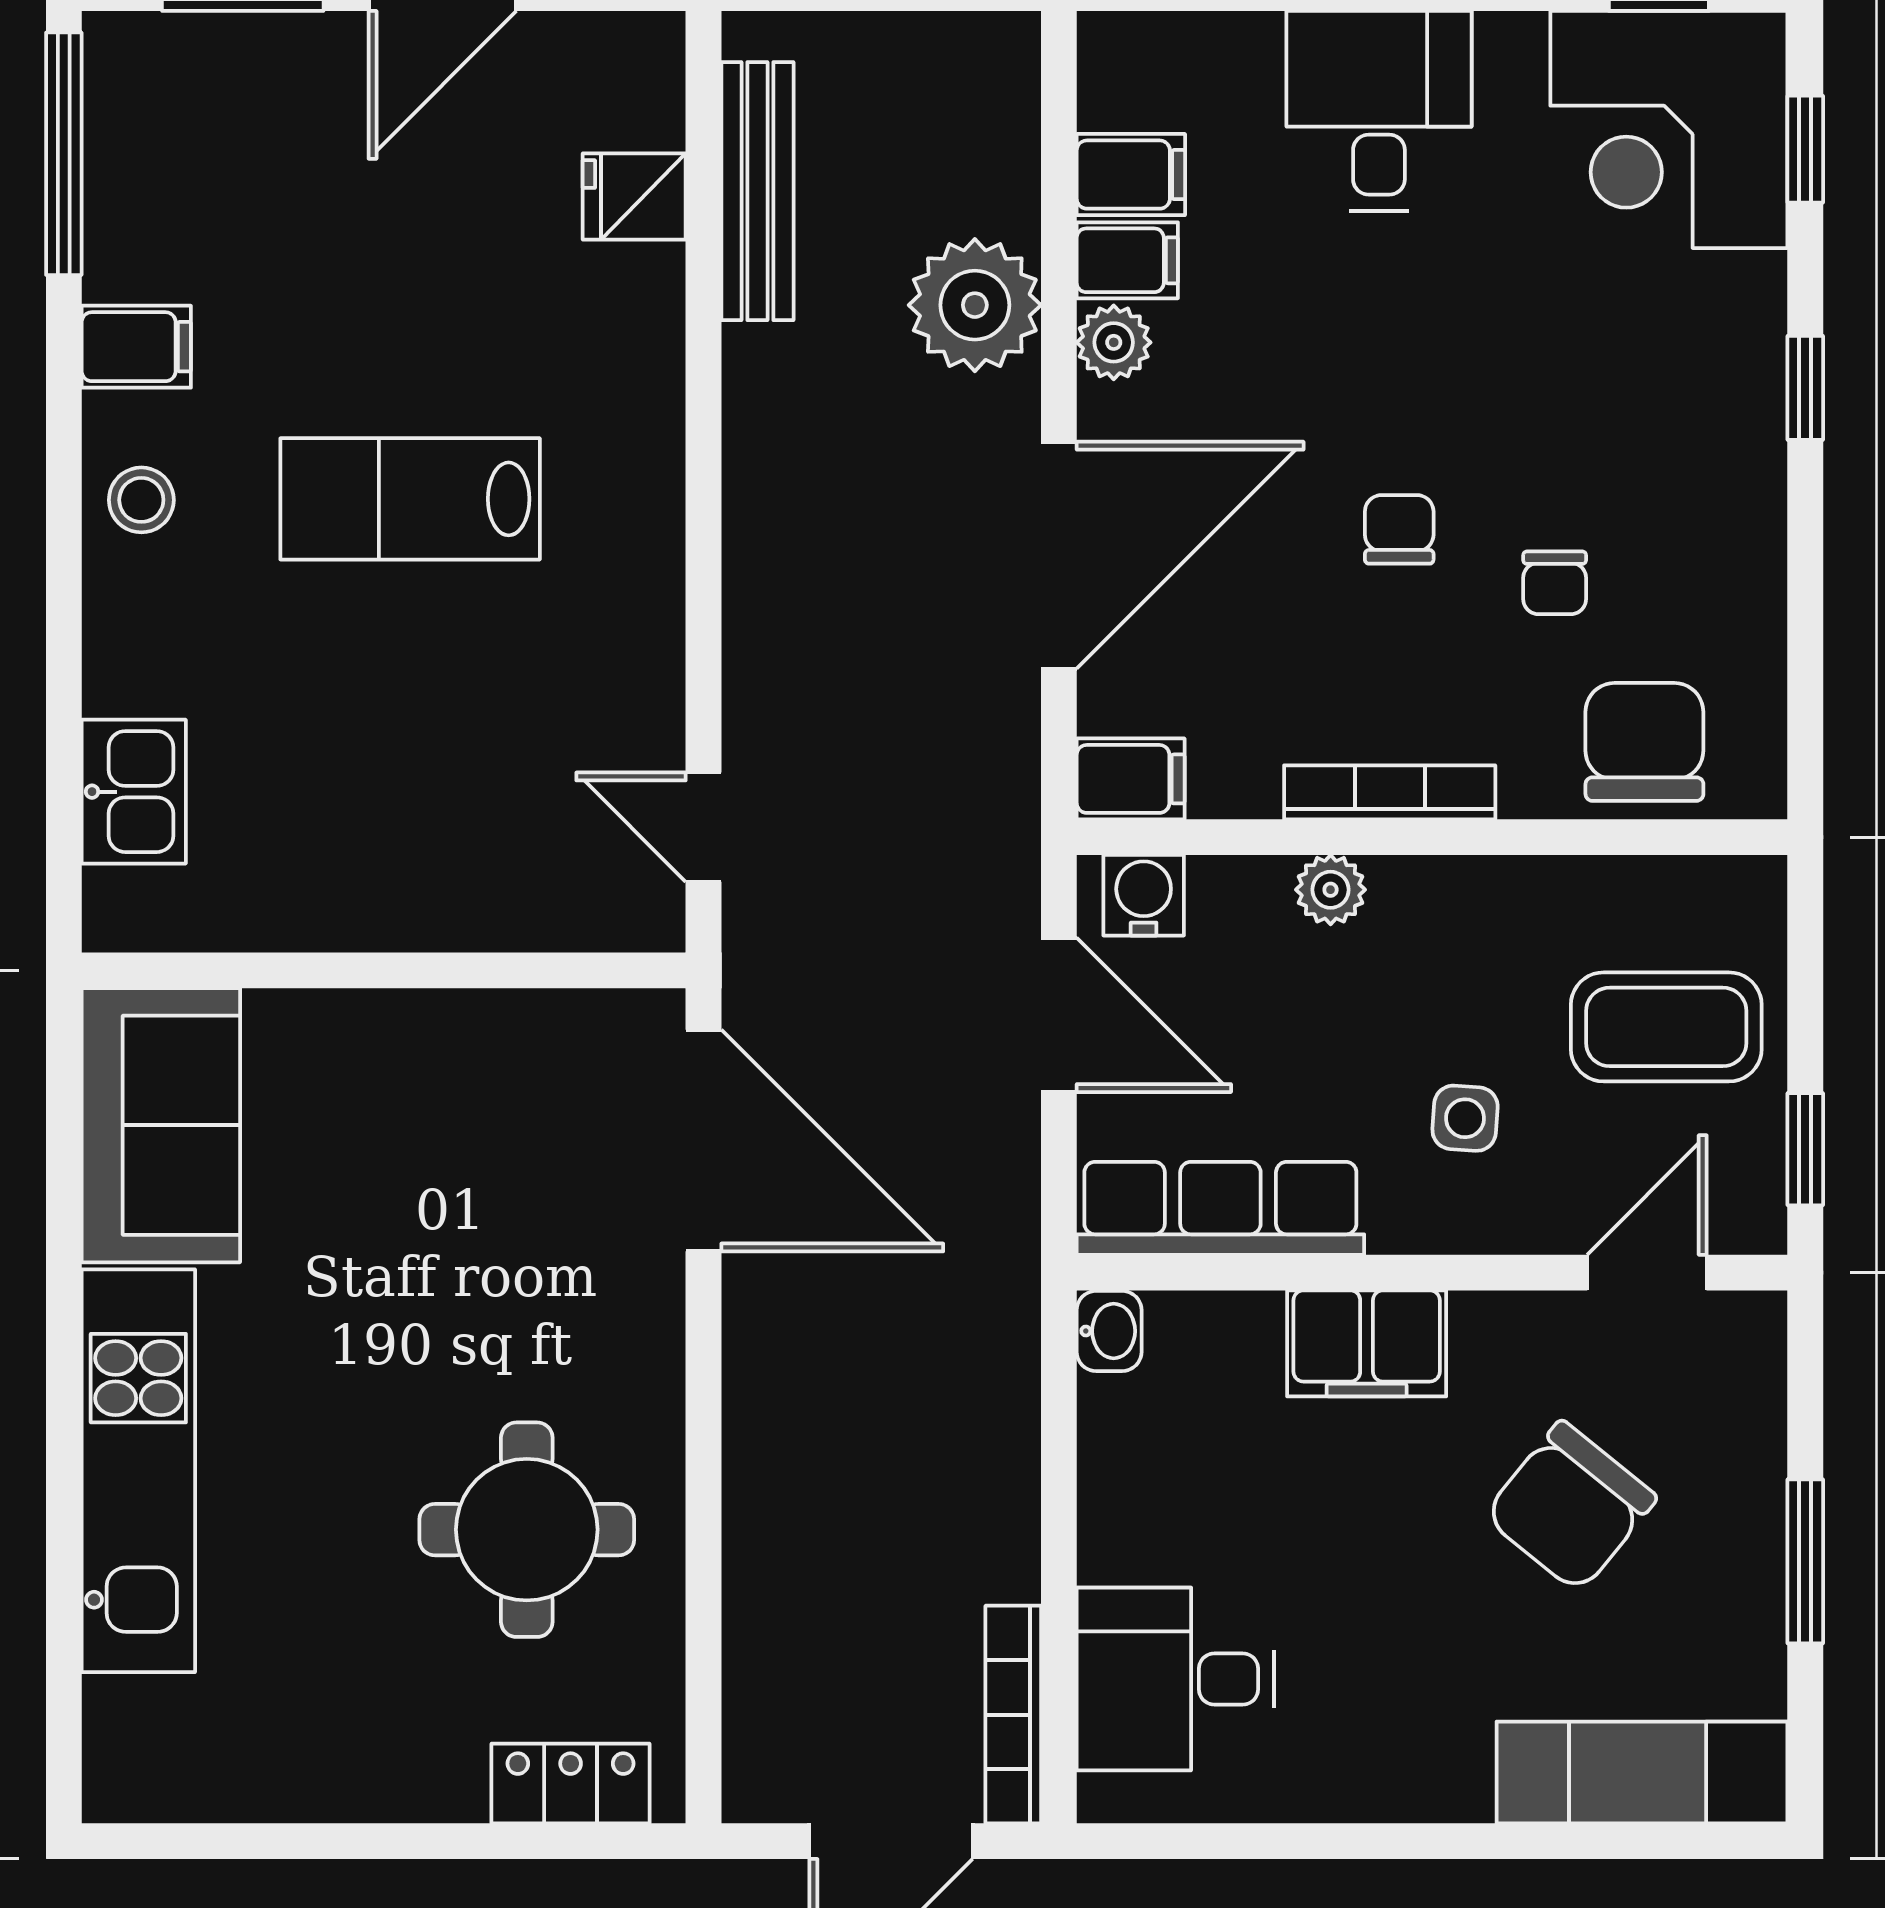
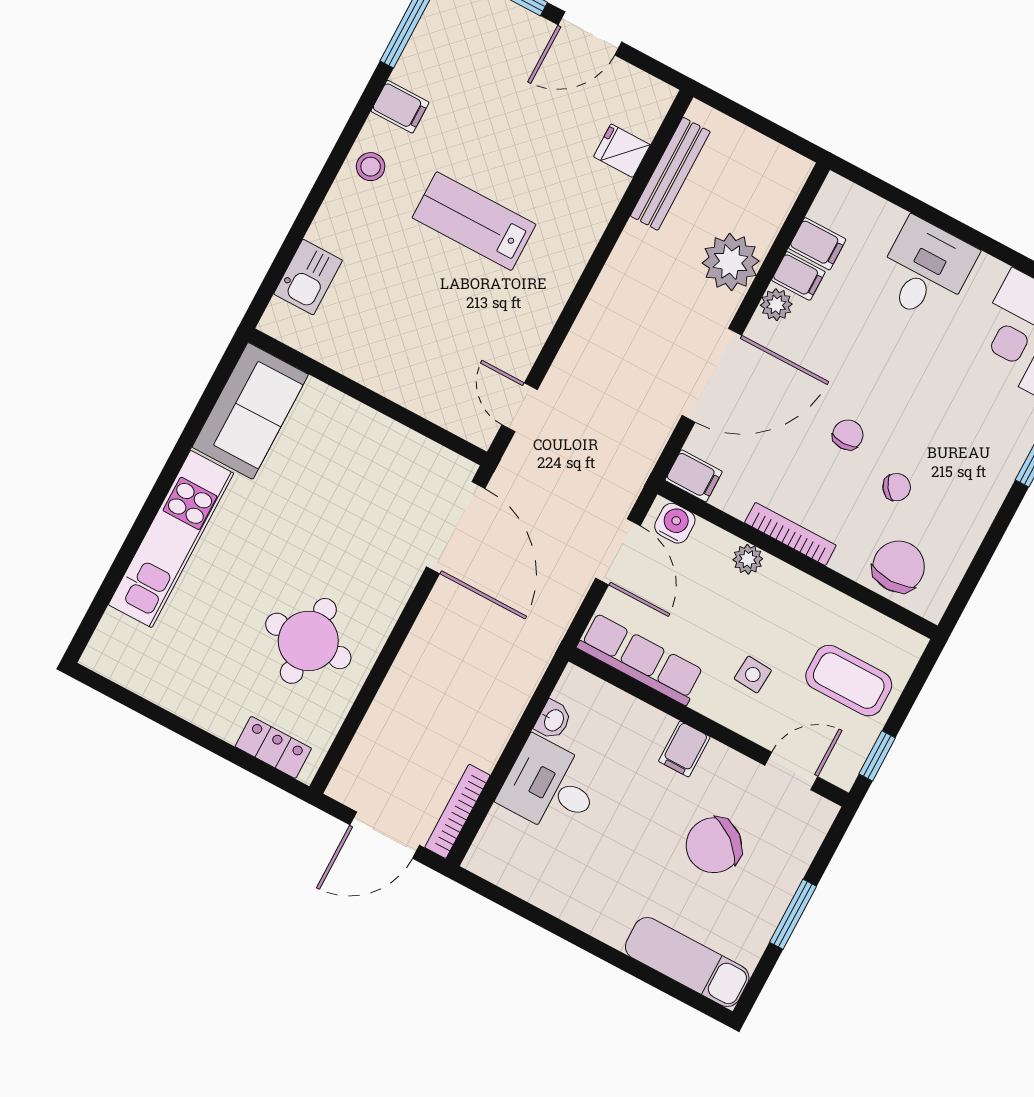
chair: (1555, 583) -> (897, 487), turned -125
washbasin: (1109, 1331) -> (553, 720), moved
filing cabinet: (1367, 1343) -> (684, 749), width x0.50
desk: (1175, 1679) -> (550, 787), moved

